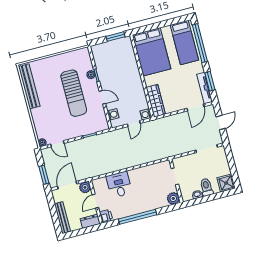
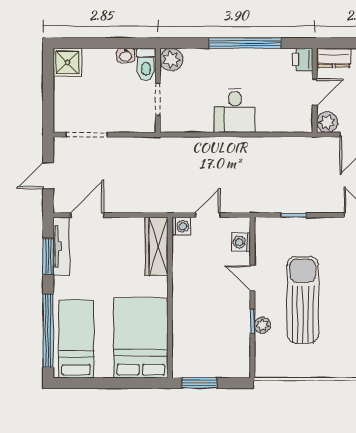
desk: (119, 185) -> (235, 111), moved
toilet: (206, 187) -> (146, 64), moved

